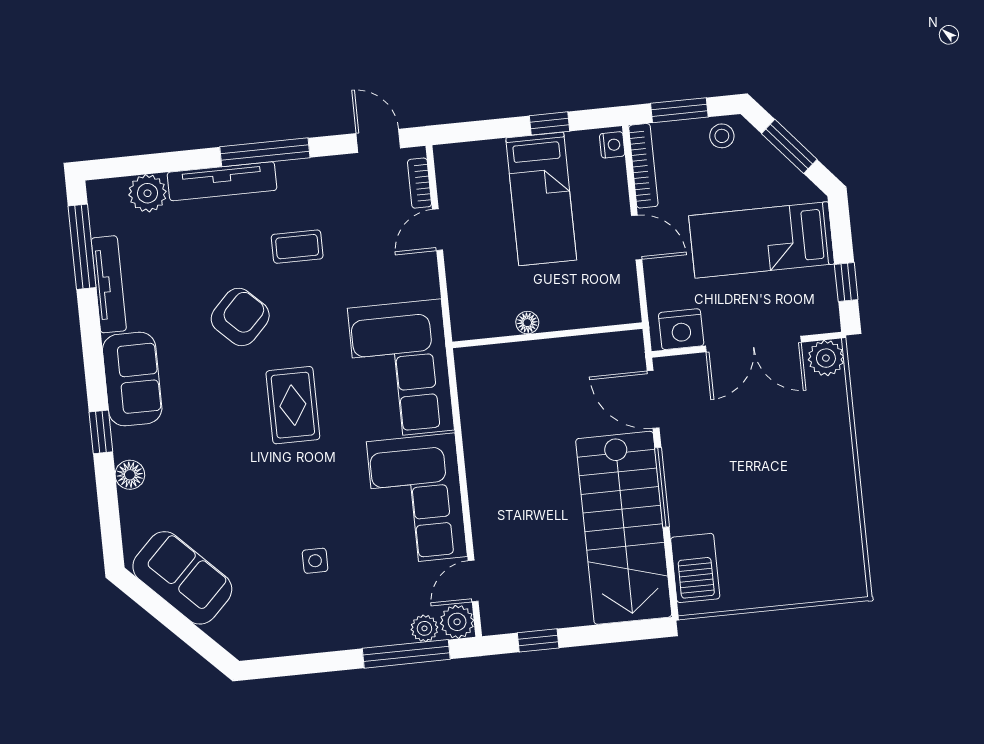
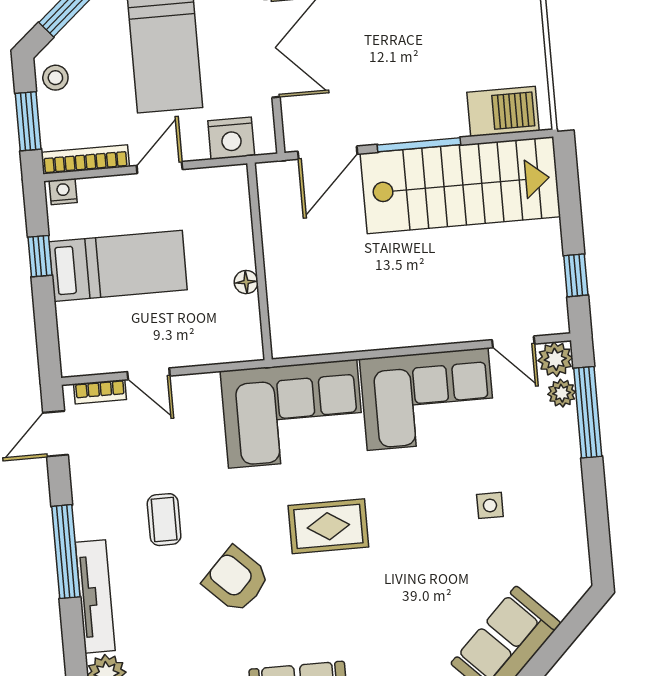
nightstand: (681, 329) -> (231, 138), moved, turned 90

